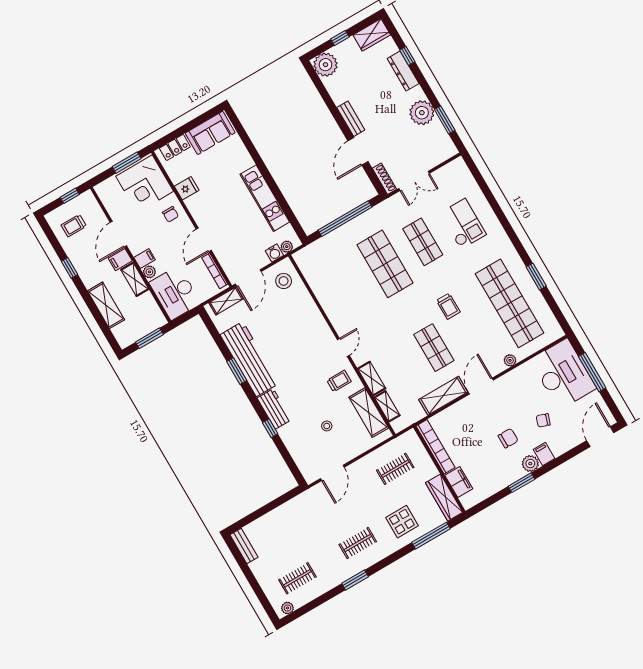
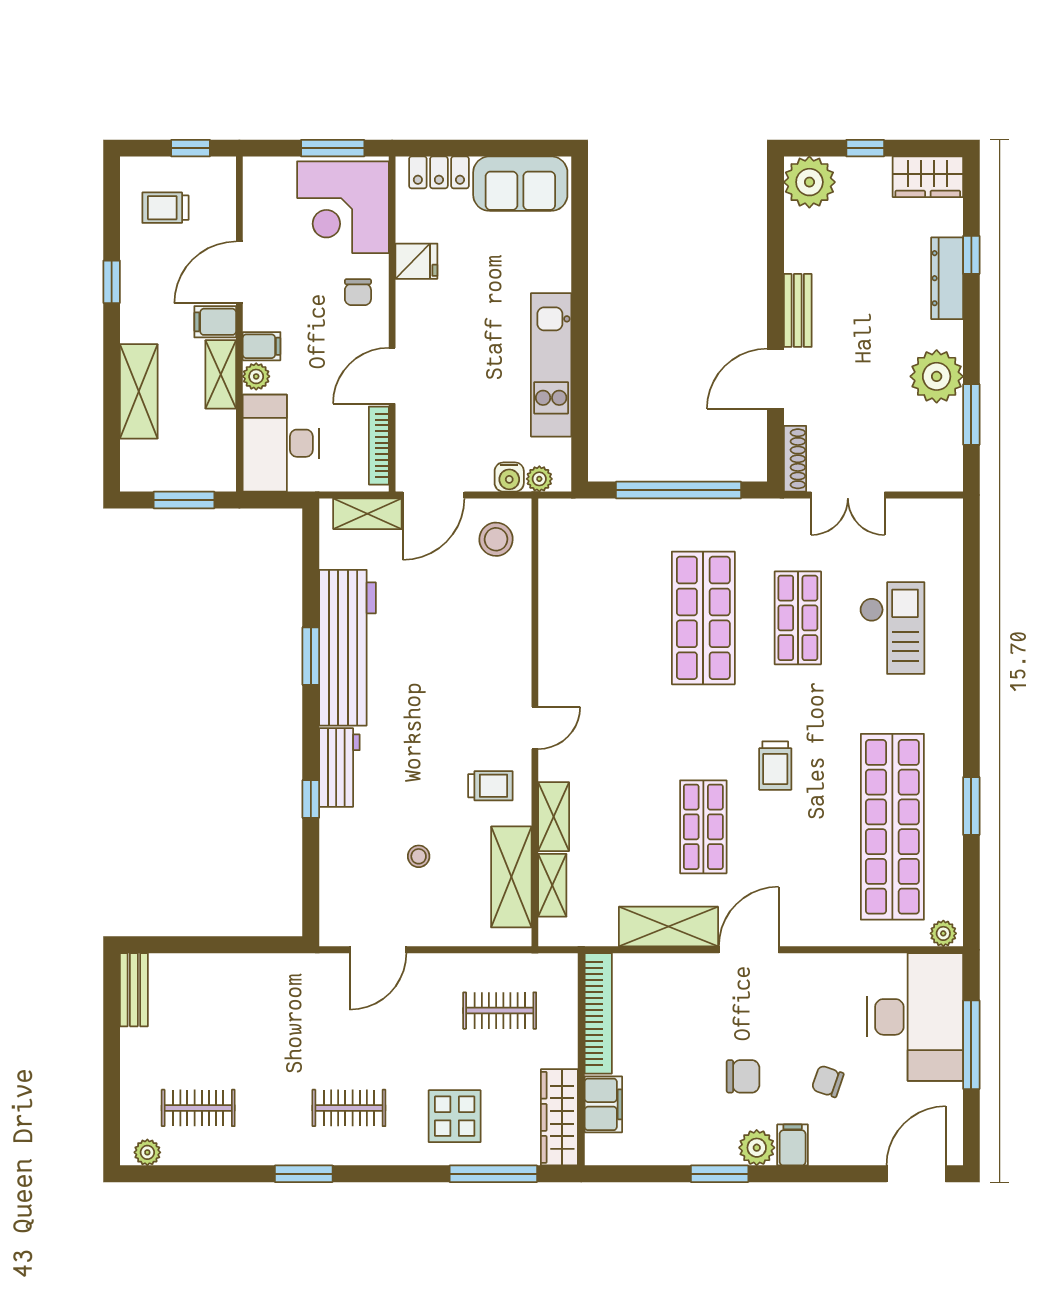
plant: (510, 360) -> (943, 933), moved

